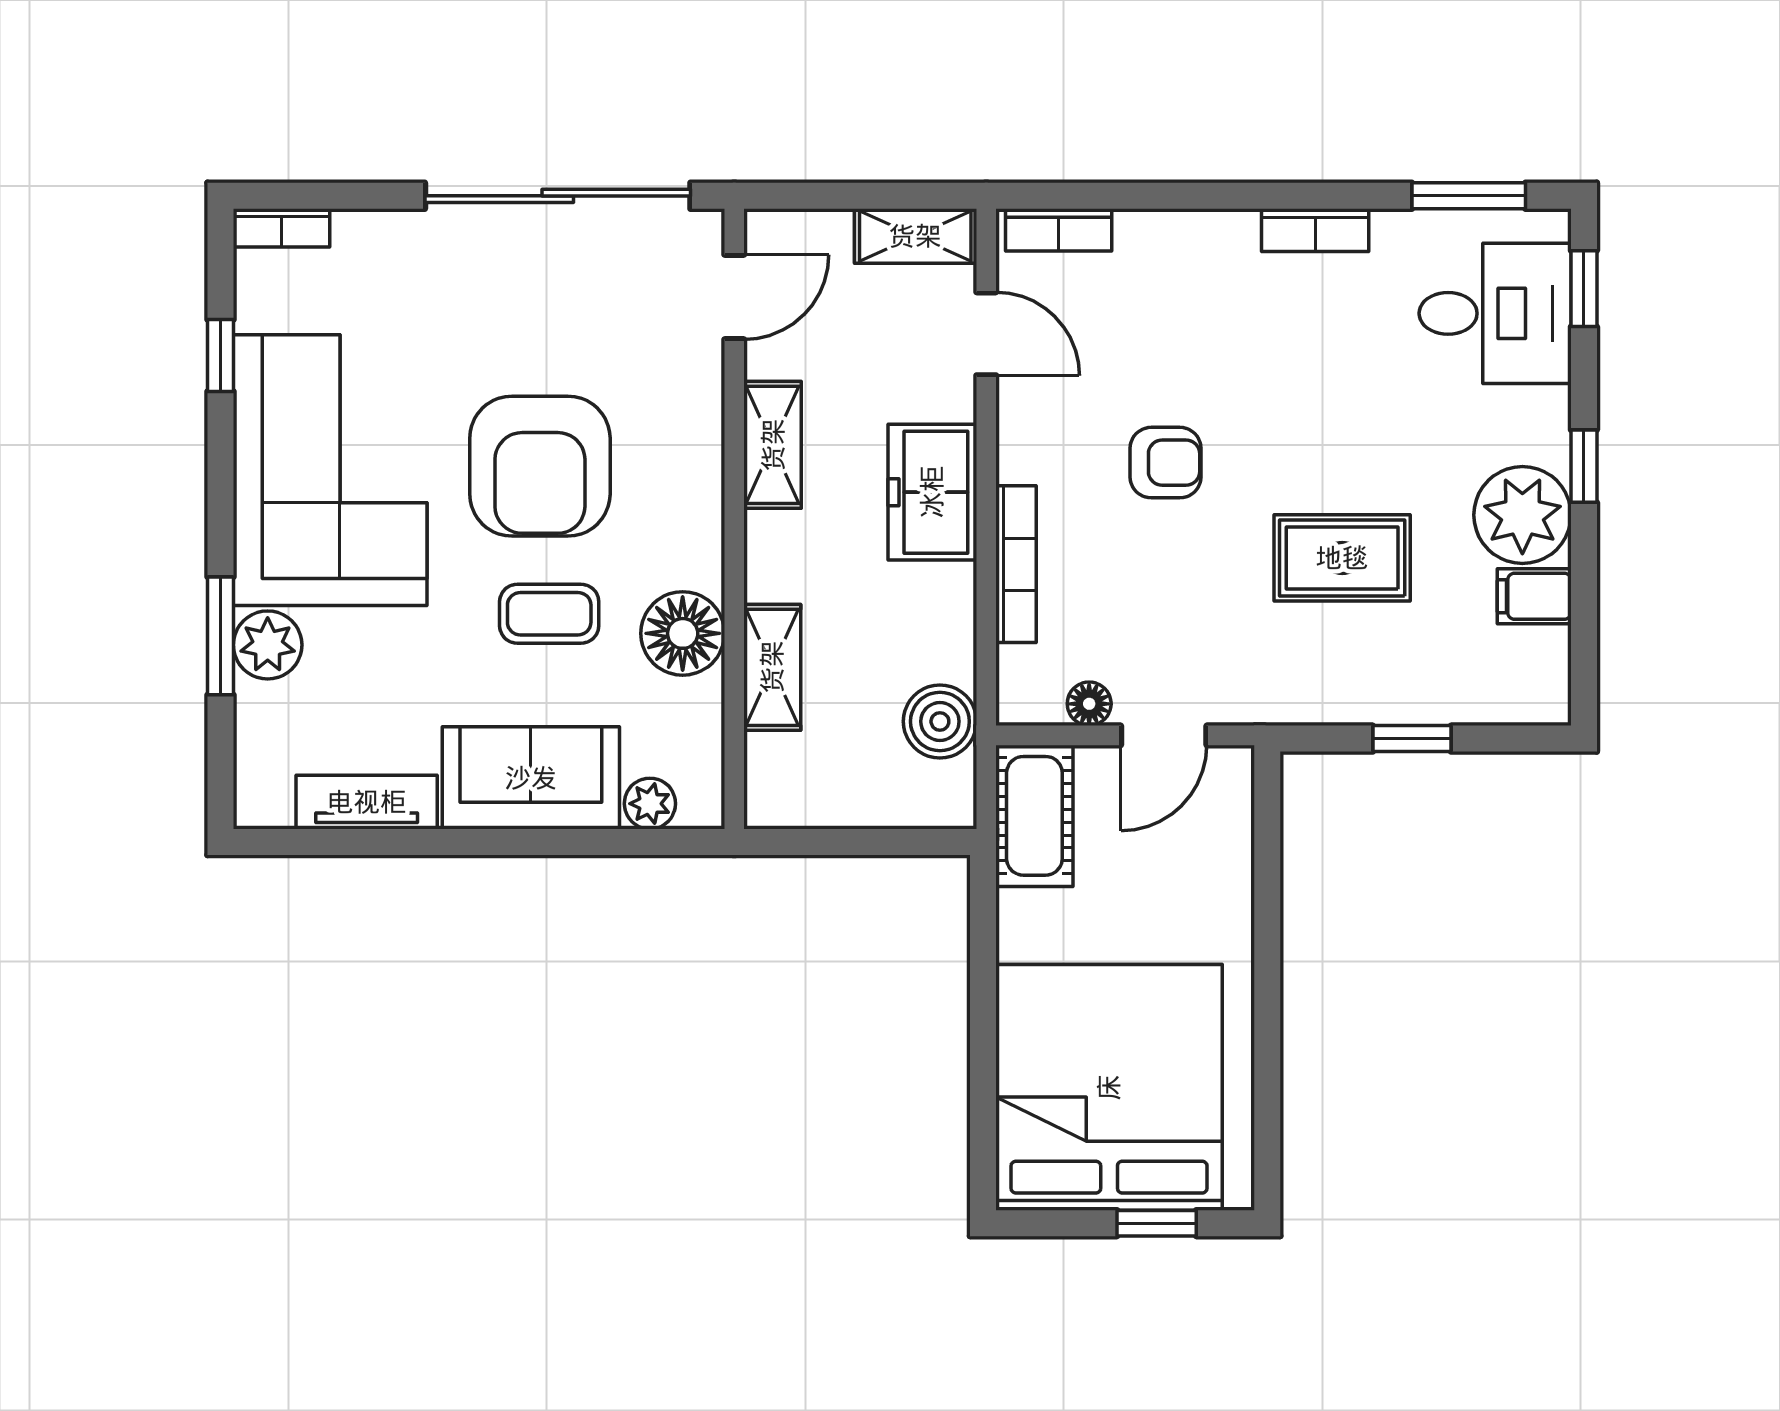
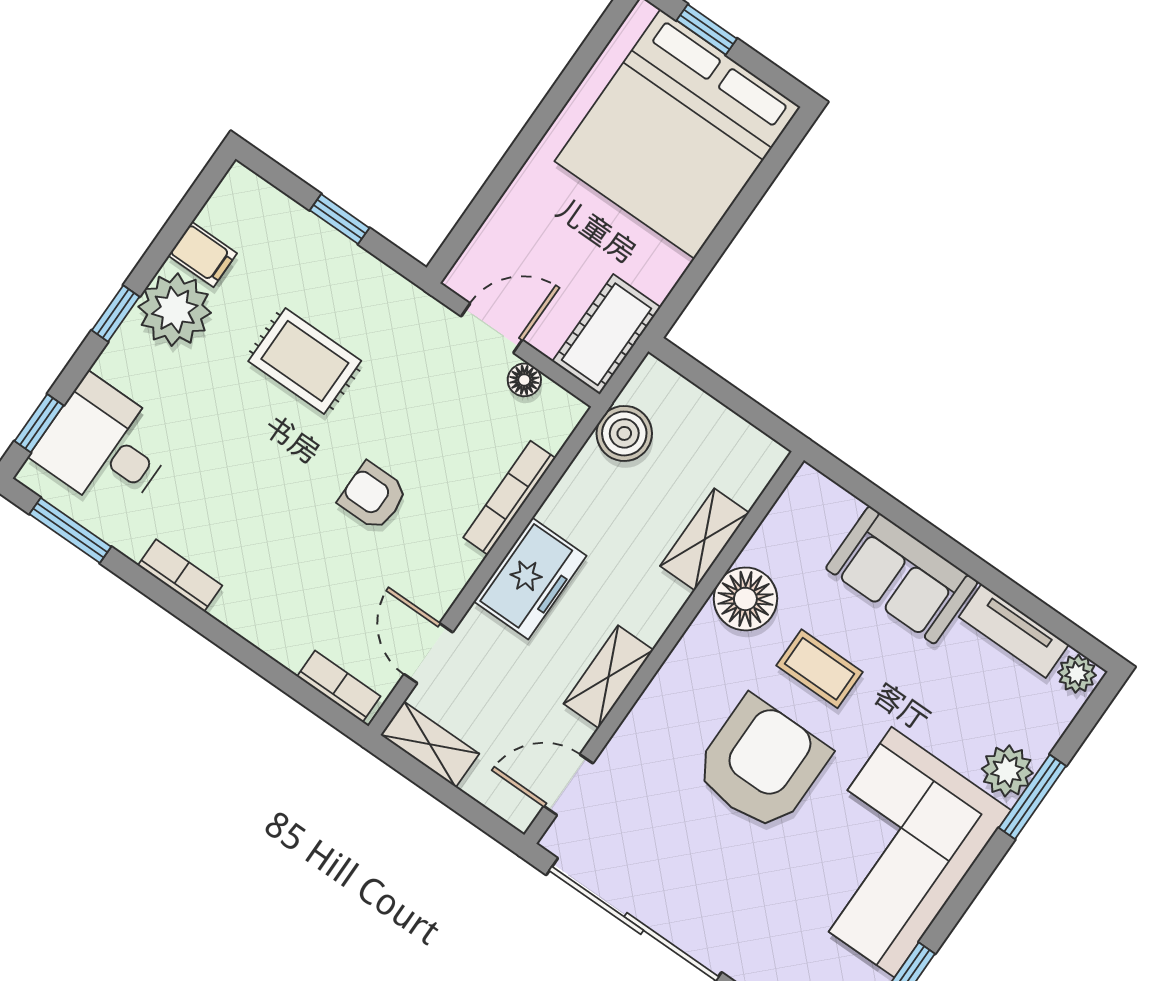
plant: (650, 804) -> (1077, 674), moved

